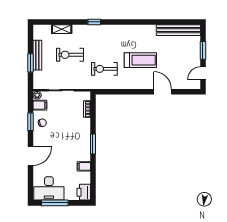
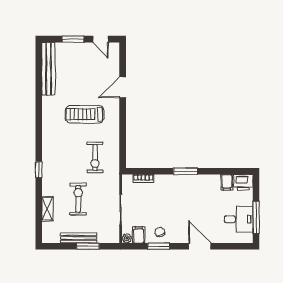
exercise bike: (70, 55) -> (78, 199), turned 180
treadmill: (140, 60) -> (85, 114), turned -90
filing cabinet: (84, 166) -> (227, 182), moved
desk: (49, 188) -> (239, 219), width x0.73

